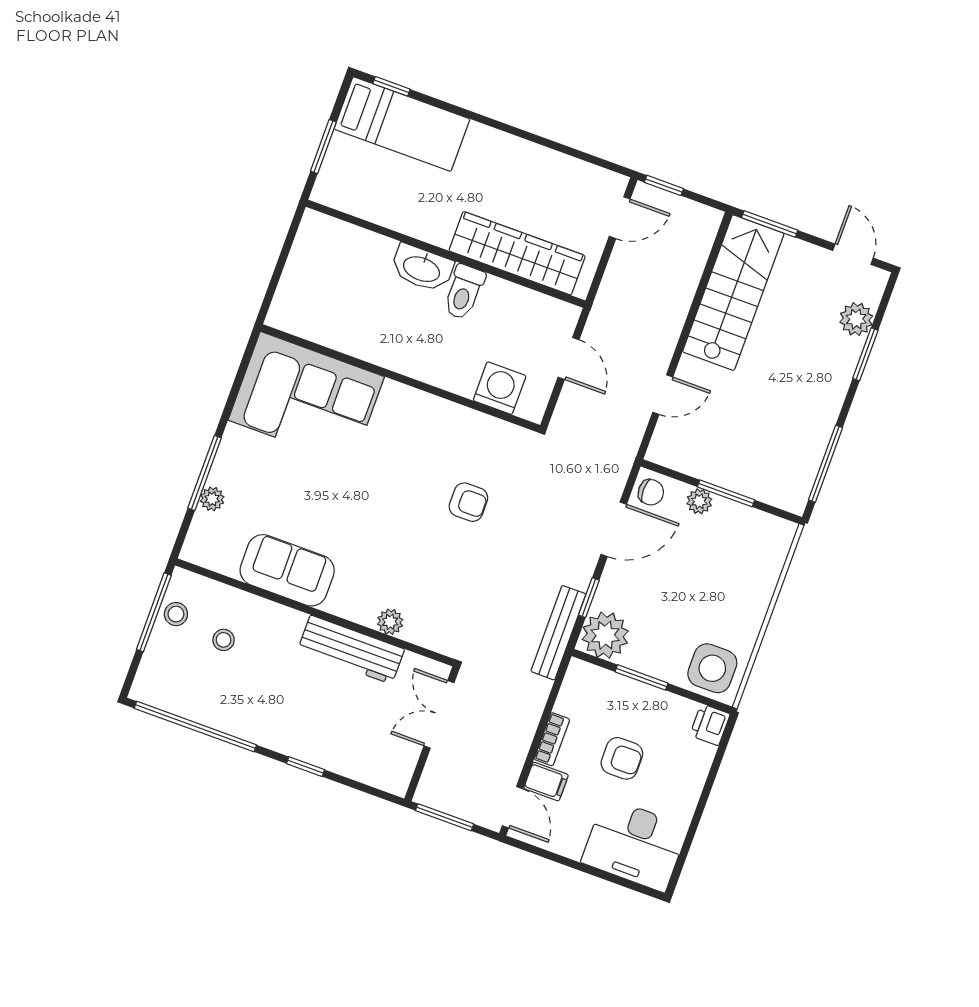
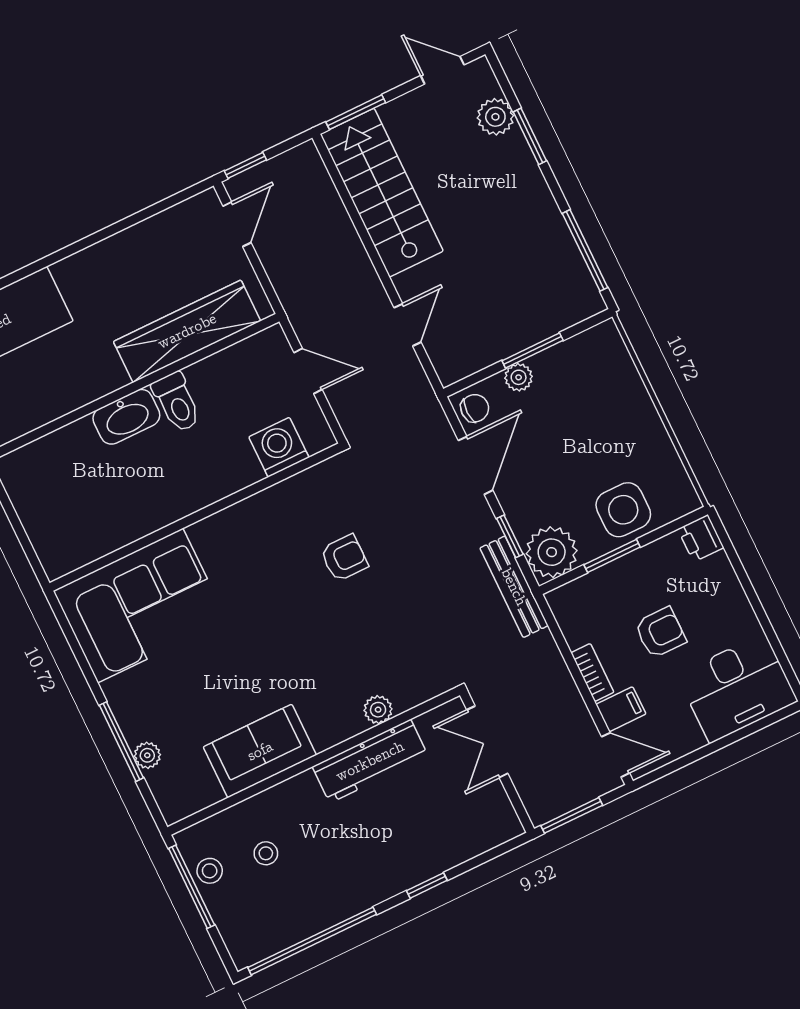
side table: (712, 668) -> (623, 510), moved

